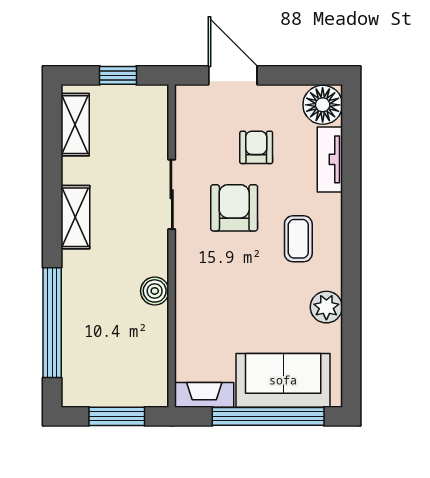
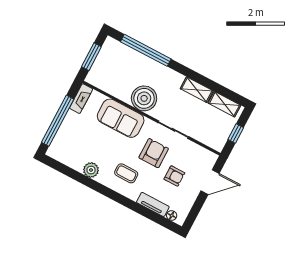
floor lamp: (323, 105) -> (172, 216), width x0.53, depth x0.53
armchair: (234, 208) -> (154, 153), turned -90
shelving: (75, 217) -> (197, 90), moved
boiler: (155, 291) -> (144, 98), width x1.86, depth x1.86
sofa: (283, 380) -> (121, 118), moved, turned 90

